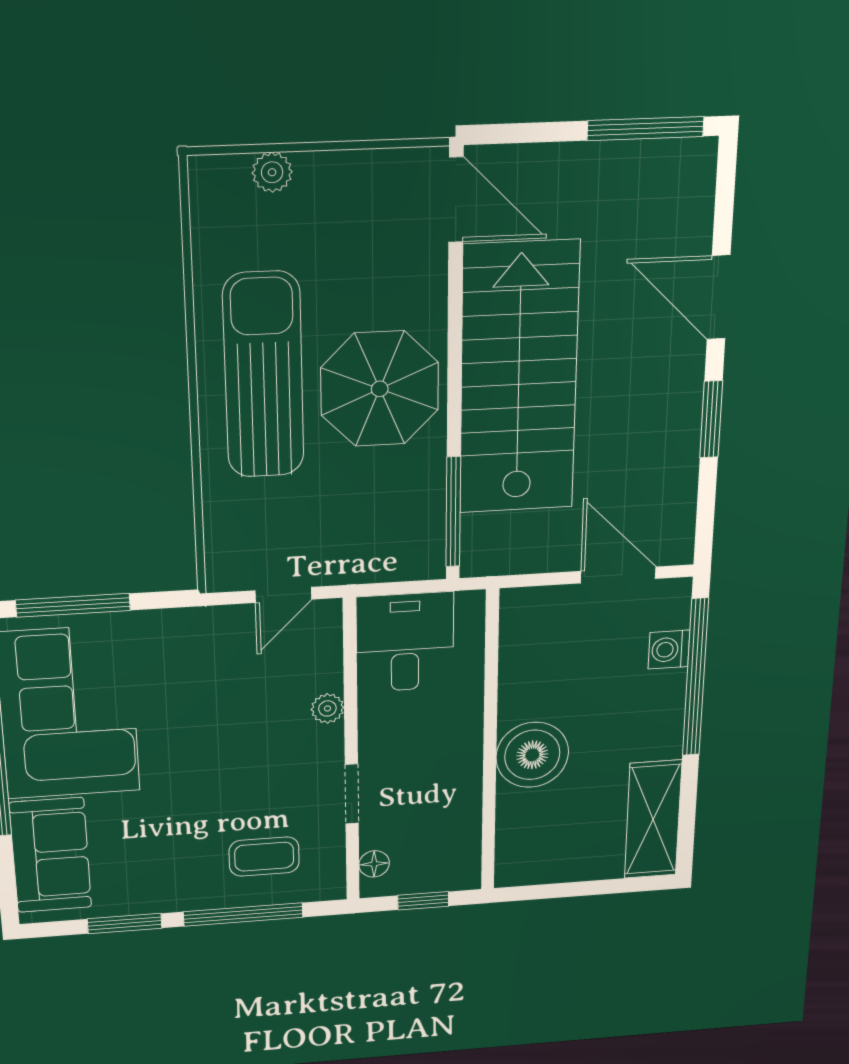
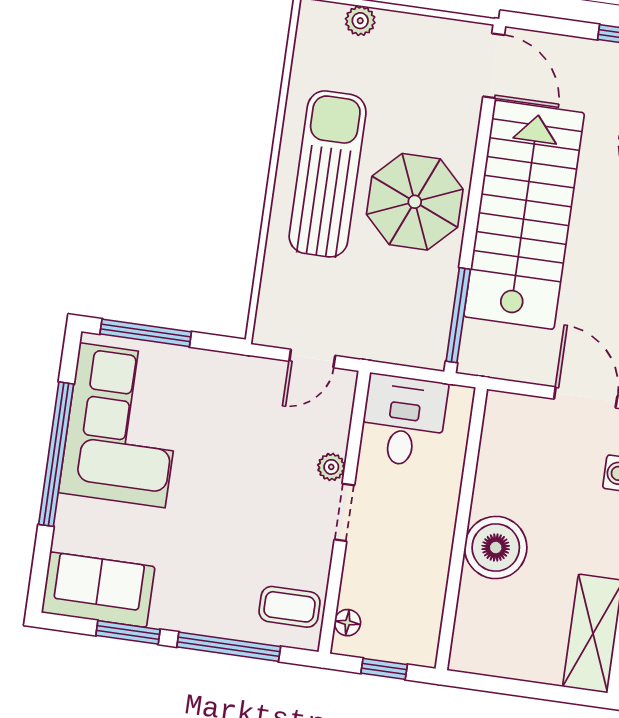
doorway: (352, 794) -> (344, 512), moved
sofa: (51, 855) -> (98, 590), moved, turned -90
coffee table: (264, 857) -> (290, 607), moved

